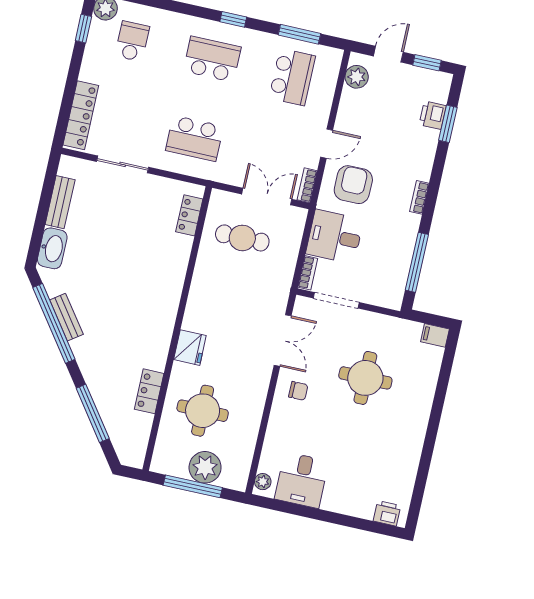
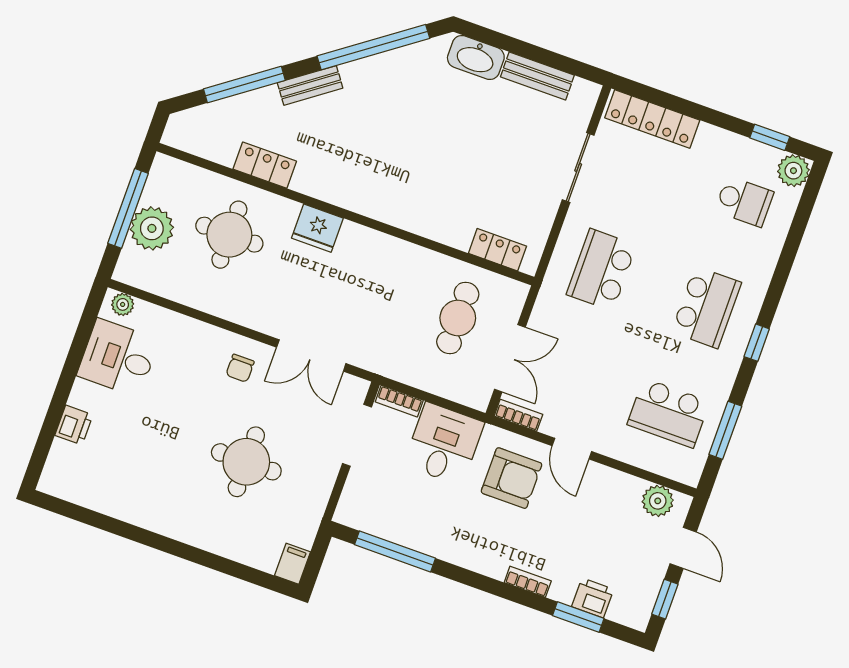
bookcase: (419, 197) -> (528, 582), moved
bench: (66, 317) -> (310, 85), moved
printer: (387, 513) -> (74, 425), moved

